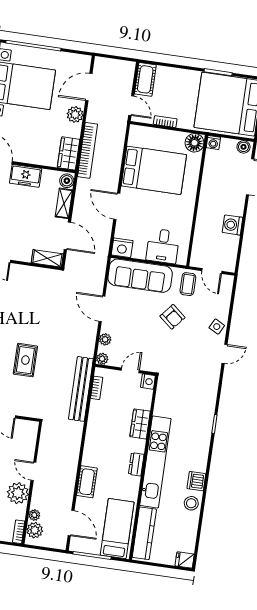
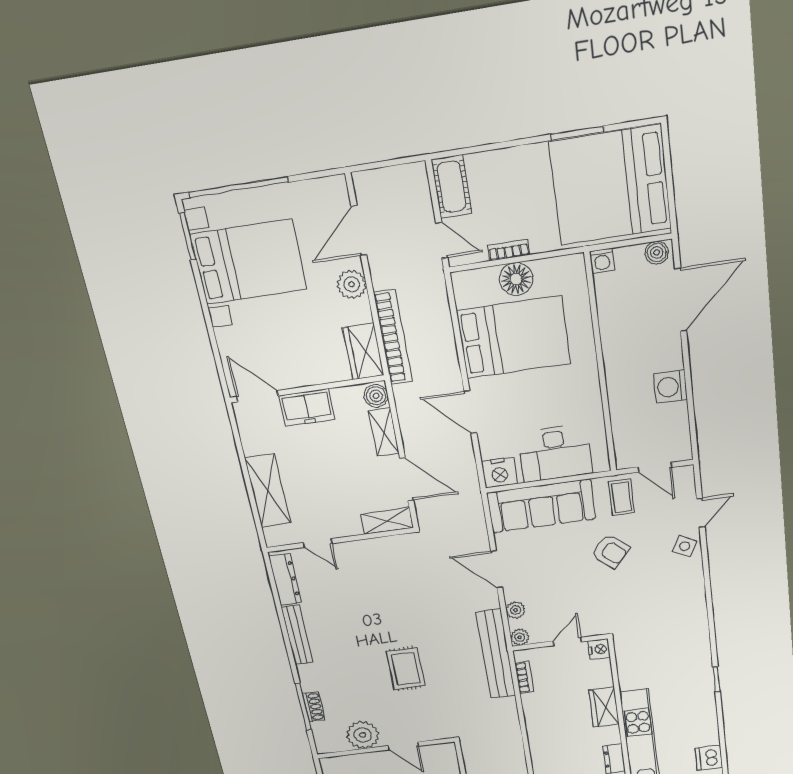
floor lamp: (194, 143) -> (516, 279), moved
desk: (163, 246) -> (555, 453), width x1.37
door: (225, 354) -> (701, 513), moved
bench: (81, 389) -> (496, 654), moved

